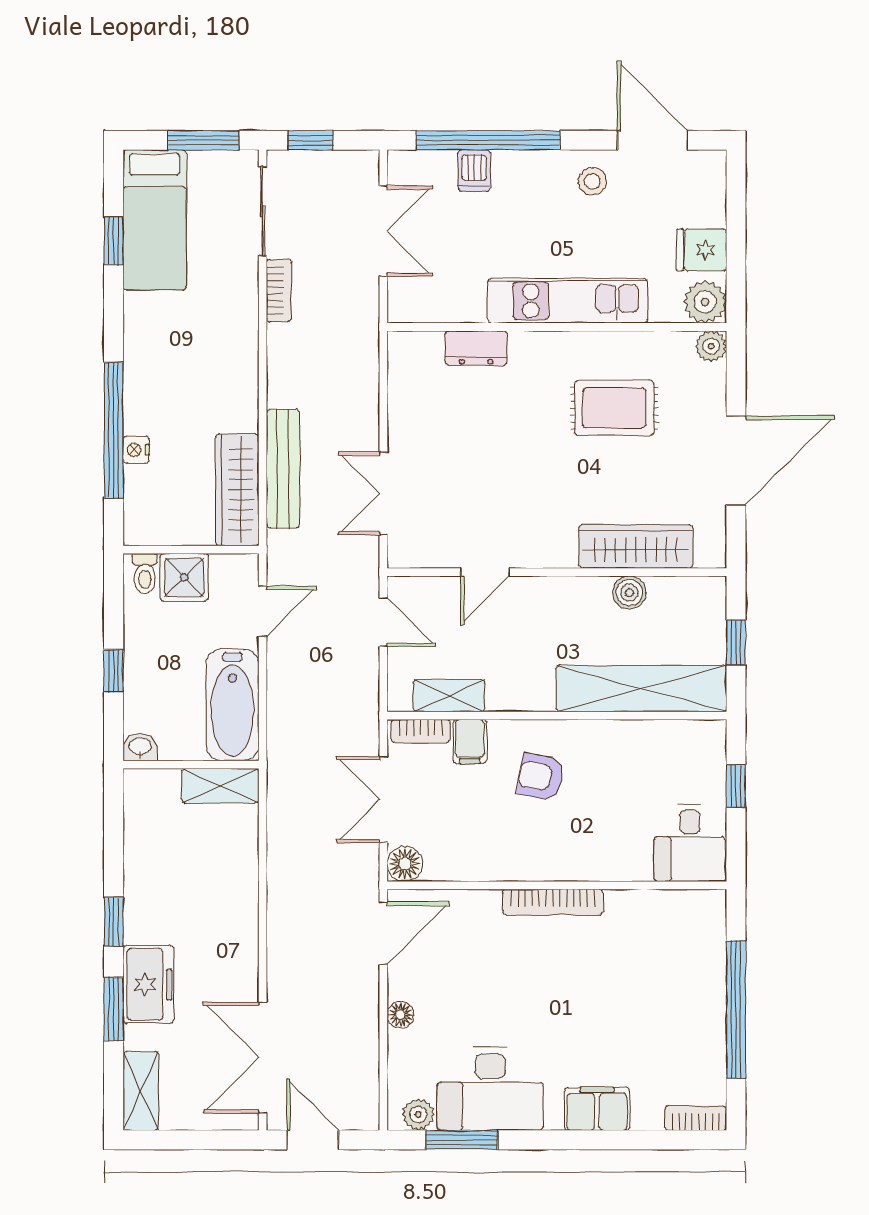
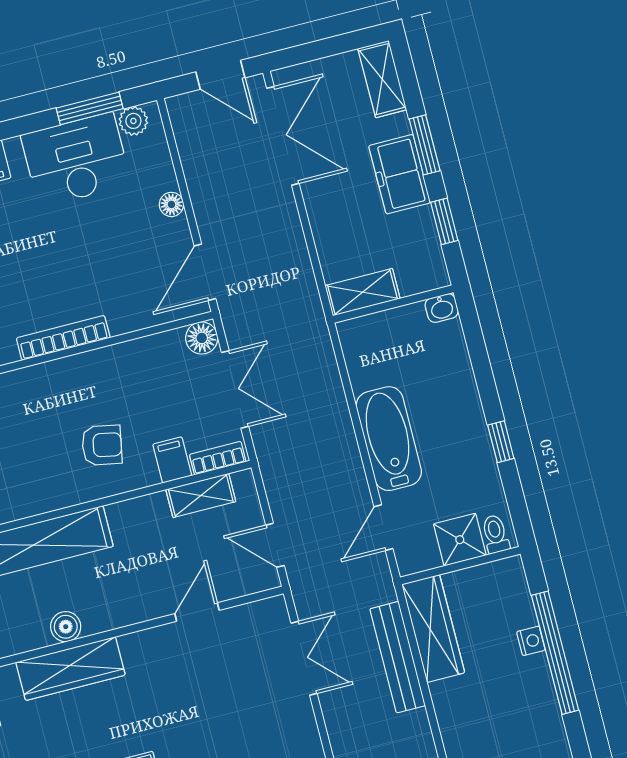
washbasin: (140, 747) -> (442, 308), moved
wall: (191, 765) -> (393, 304), moved
shelving: (220, 786) -> (363, 292), moved

